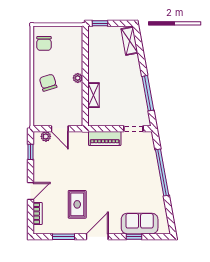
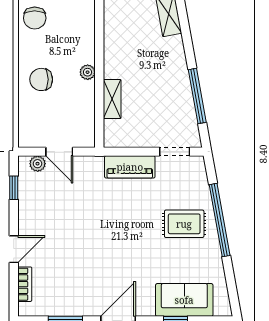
chair: (48, 83) -> (41, 79), turned -73
rug: (77, 204) -> (184, 224), moved, turned 90

